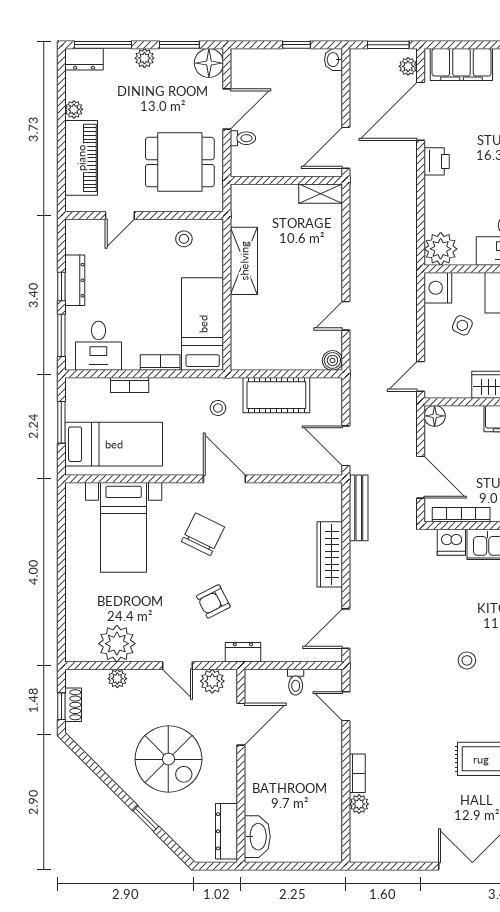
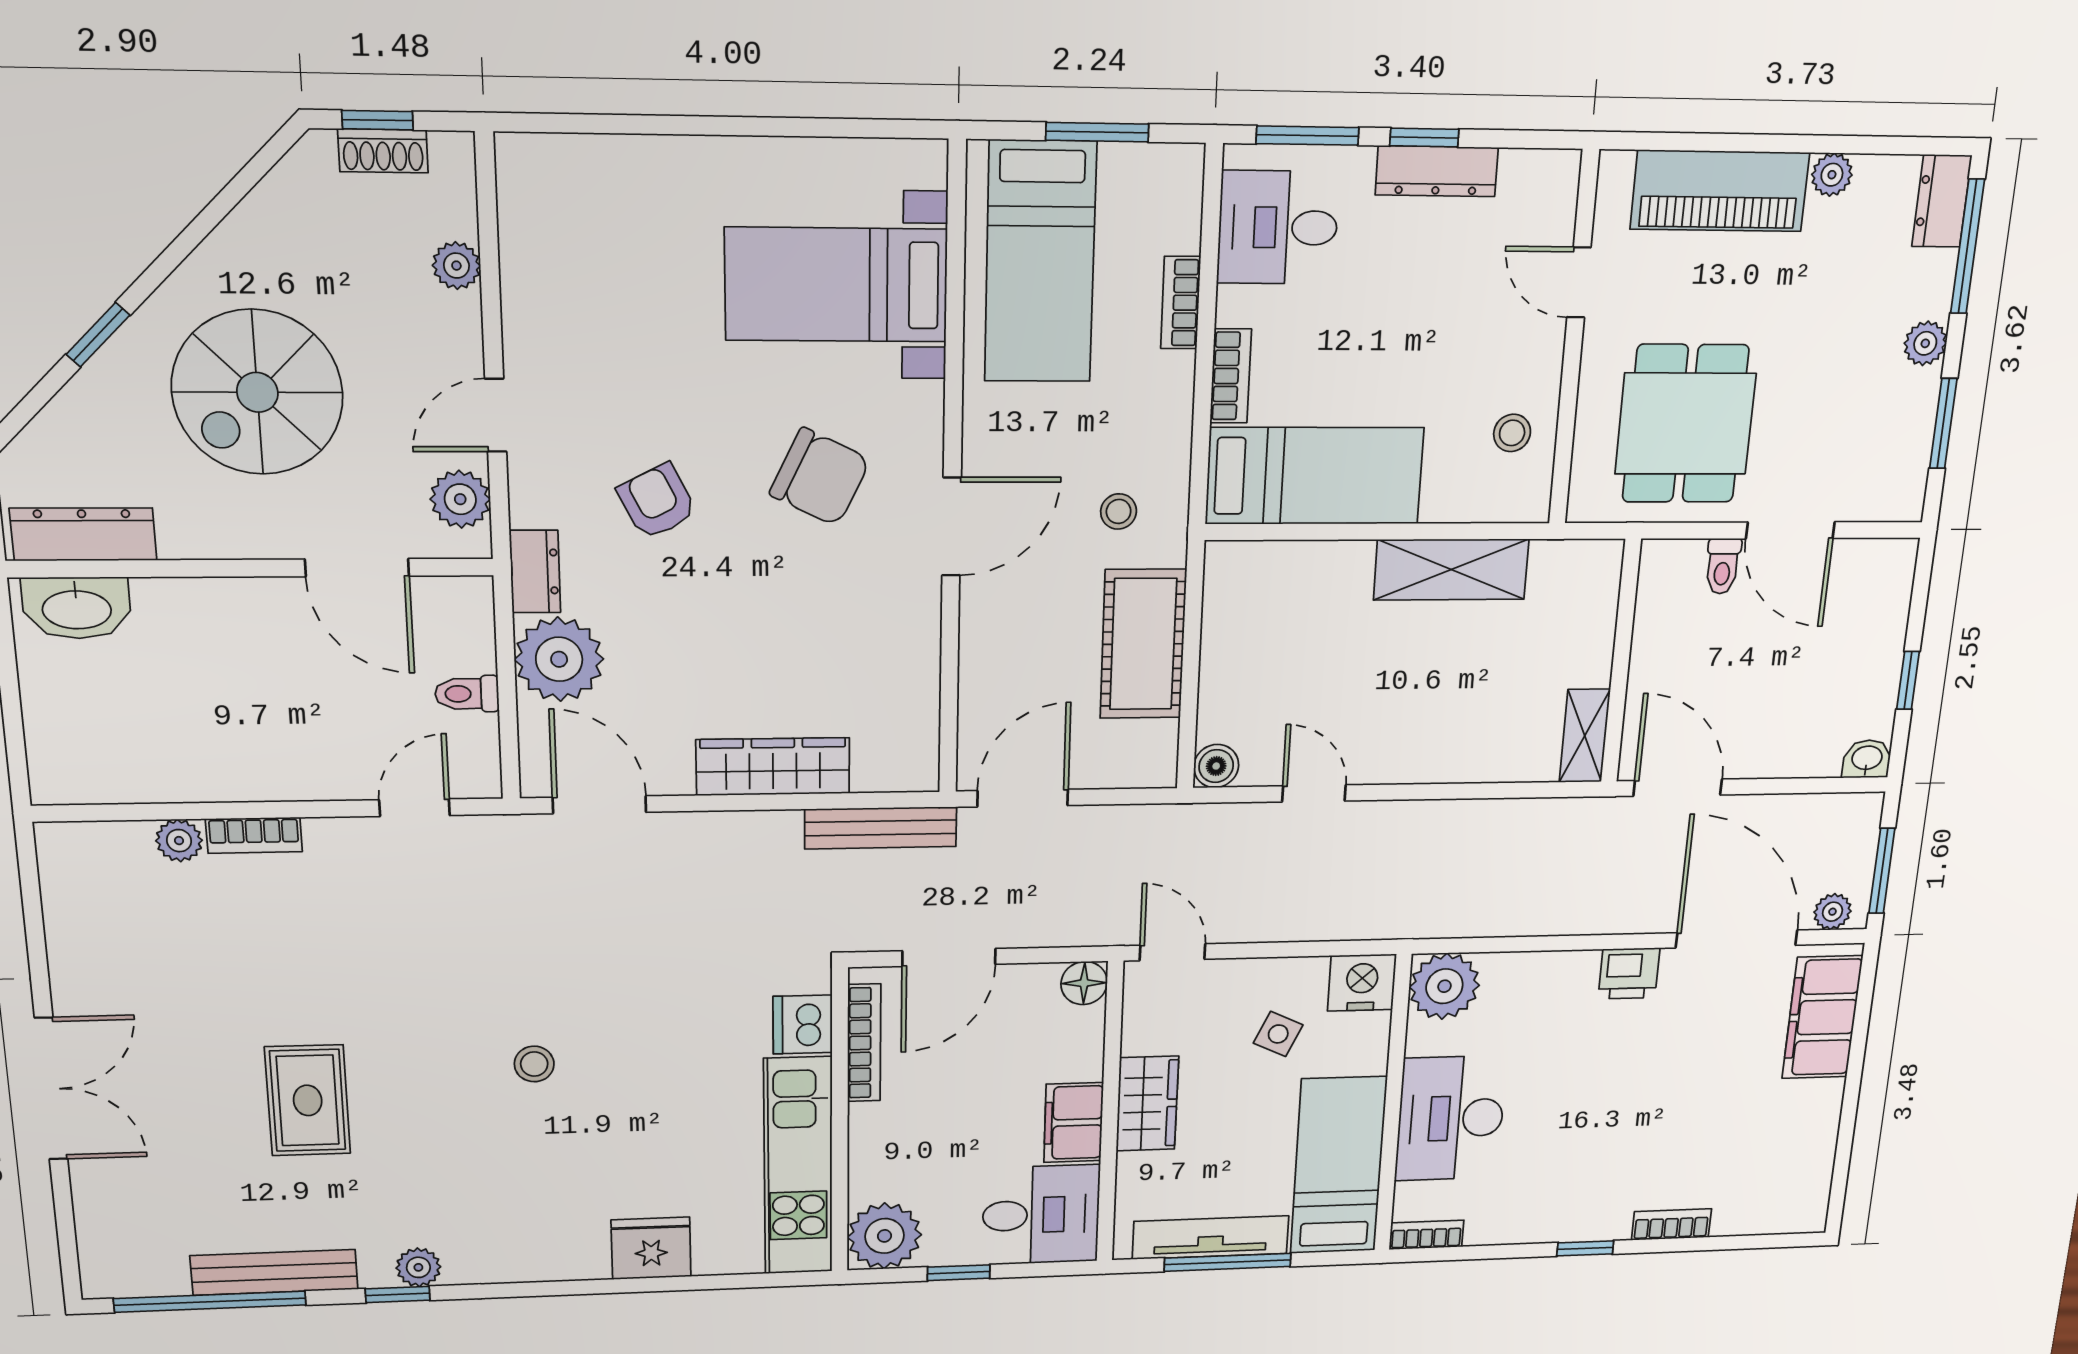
floor lamp: (209, 63) -> (1895, 490), removed
plant: (117, 644) -> (559, 659), moved

